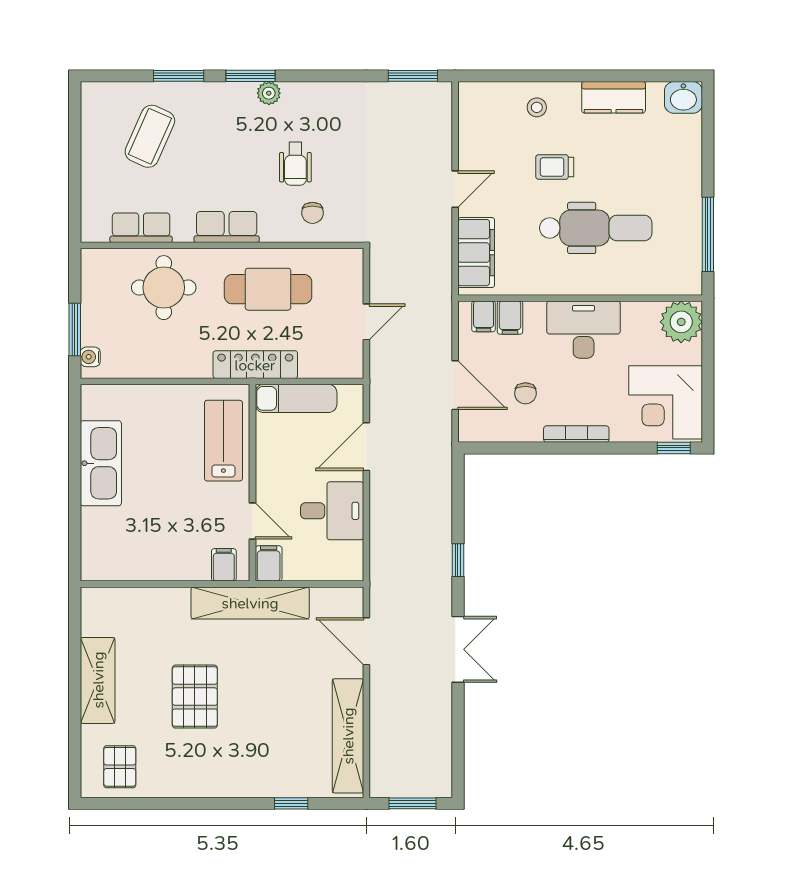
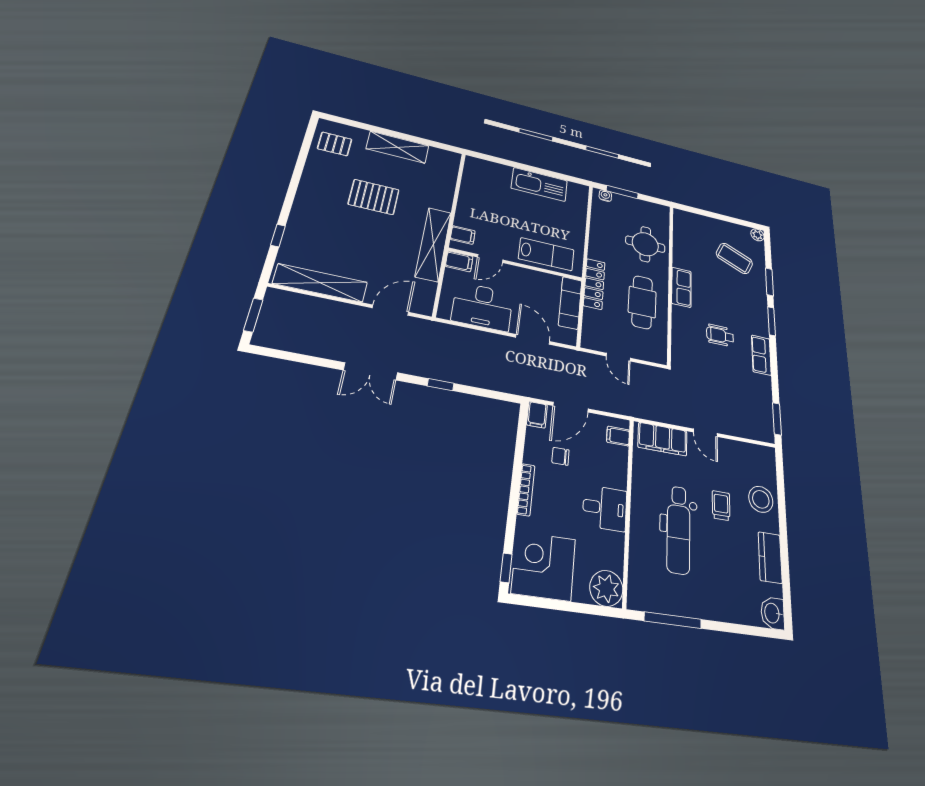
plant: (269, 93) -> (757, 235), moved
stool: (537, 107) -> (761, 499), width x1.89, depth x1.89
chair: (313, 213) -> (690, 339), removed
row of seats: (141, 228) -> (761, 355), moved, turned 180
filing cabinet: (510, 318) -> (537, 415), moved, turned -90
desk: (584, 330) -> (605, 508), width x0.73
desk: (332, 511) -> (482, 307), width x1.37

